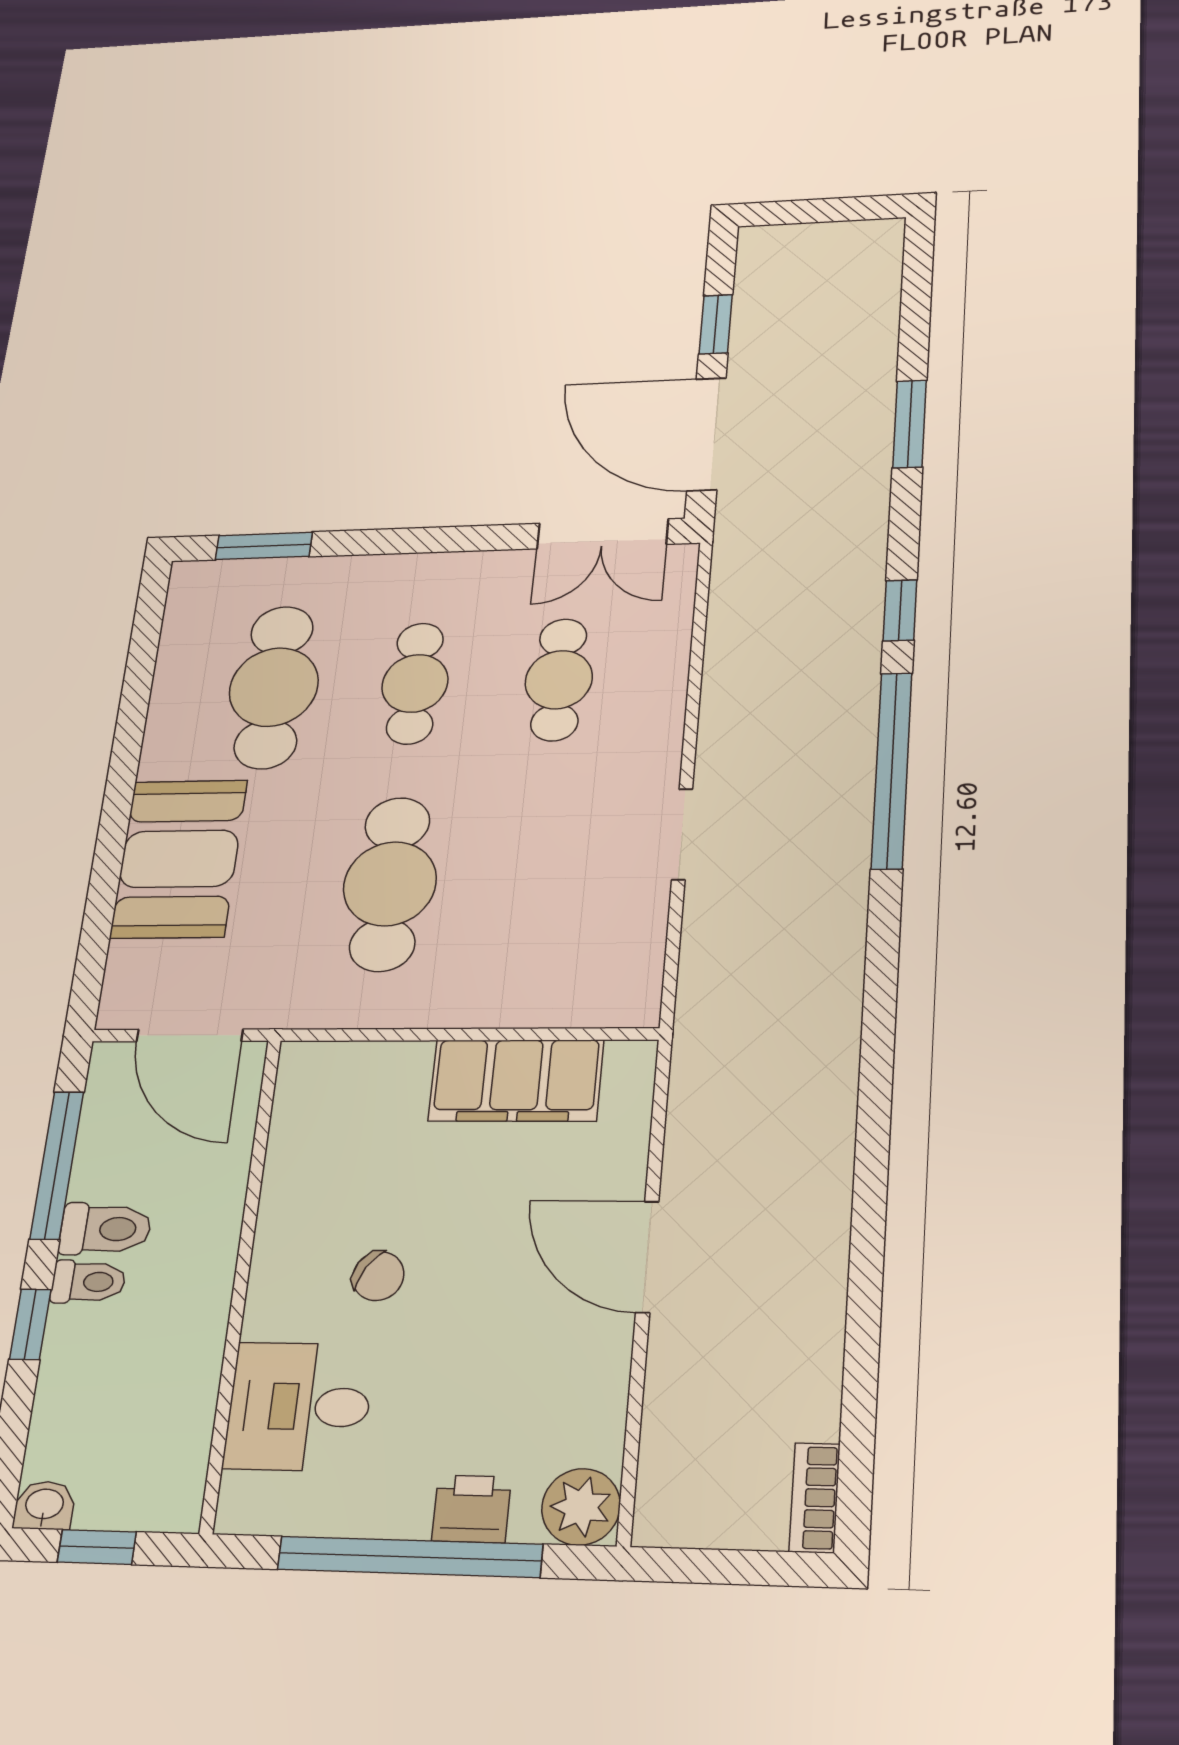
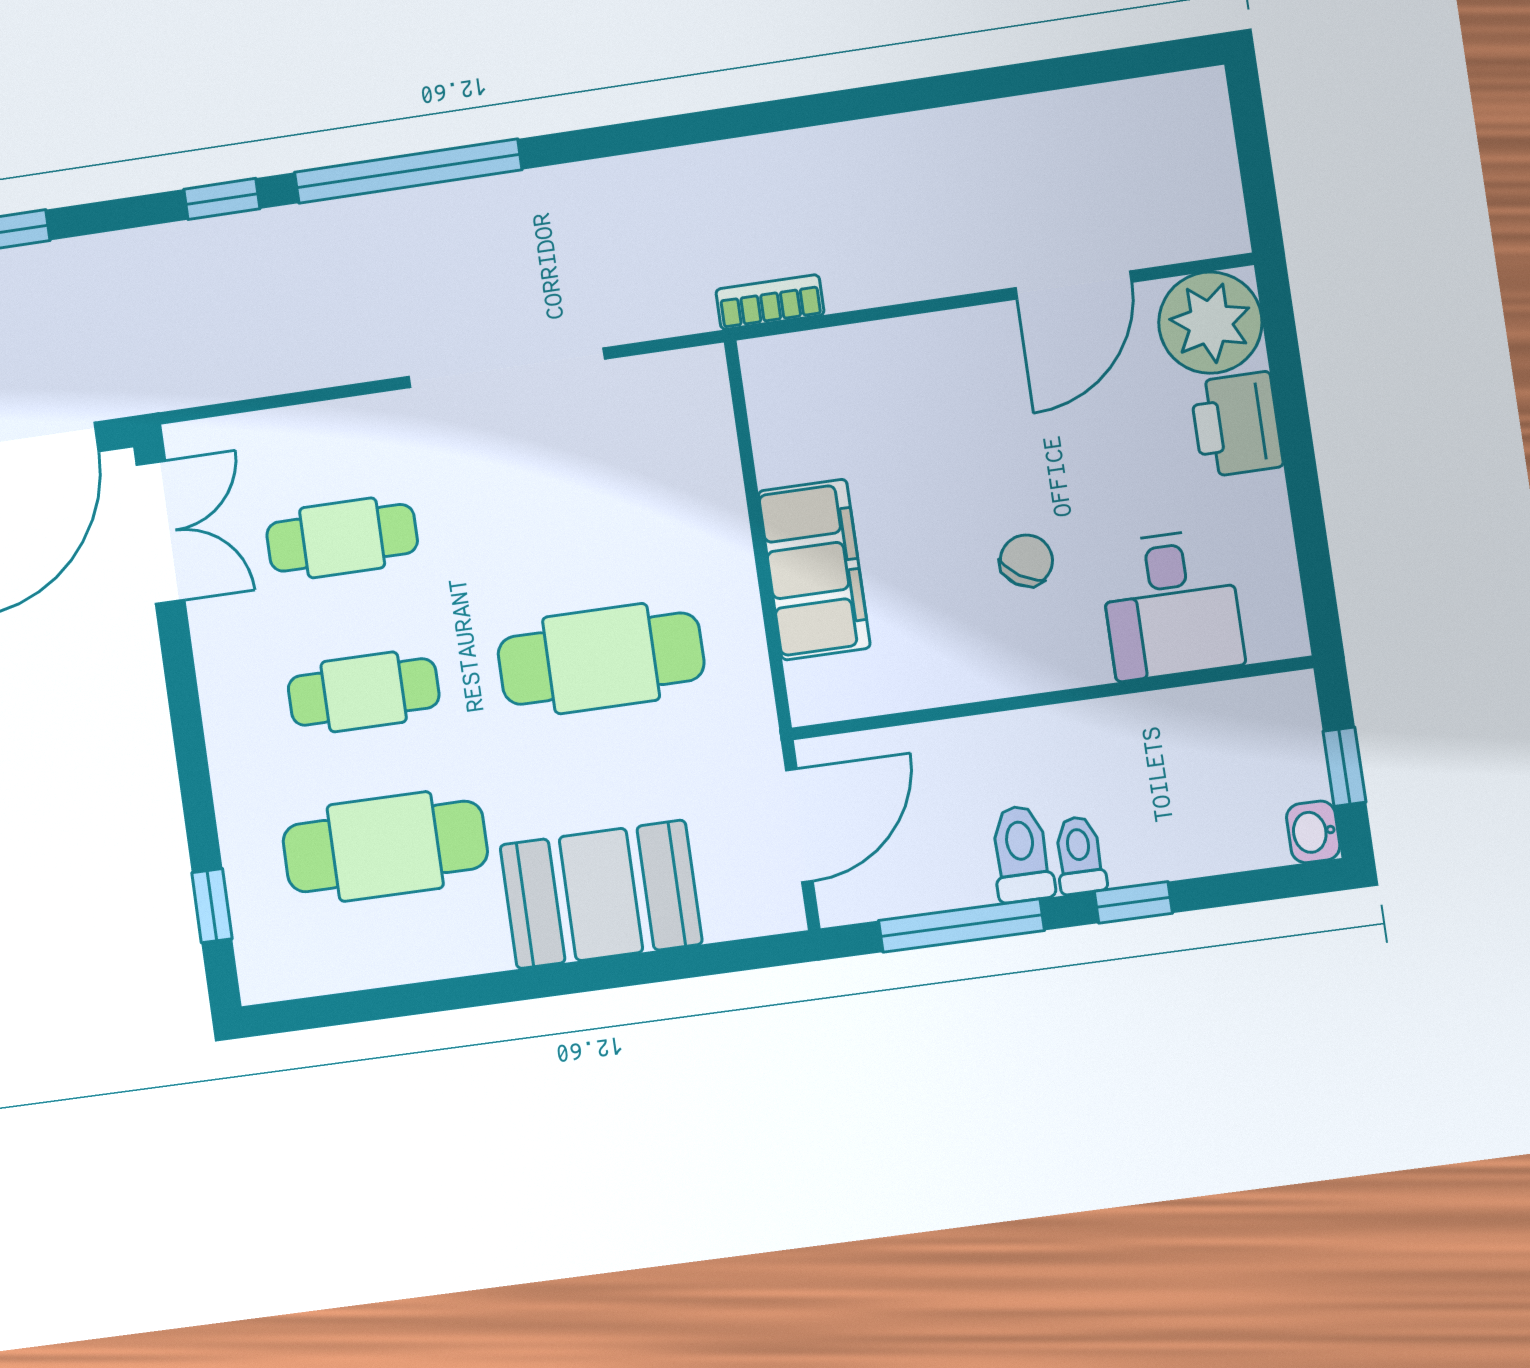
window: (264, 546) -> (212, 906), width x0.67
doorway: (682, 834) -> (507, 368), width x1.88
filing cabinet: (516, 1080) -> (814, 570), moved
door: (647, 1257) -> (1073, 285), moved
bookcase: (815, 1498) -> (770, 302), moved, turned 180
plant: (581, 1507) -> (1210, 323), width x1.36, depth x1.36
printer: (471, 1509) -> (1236, 424), width x1.36, depth x1.24
window: (409, 1557) -> (1299, 458), removed

